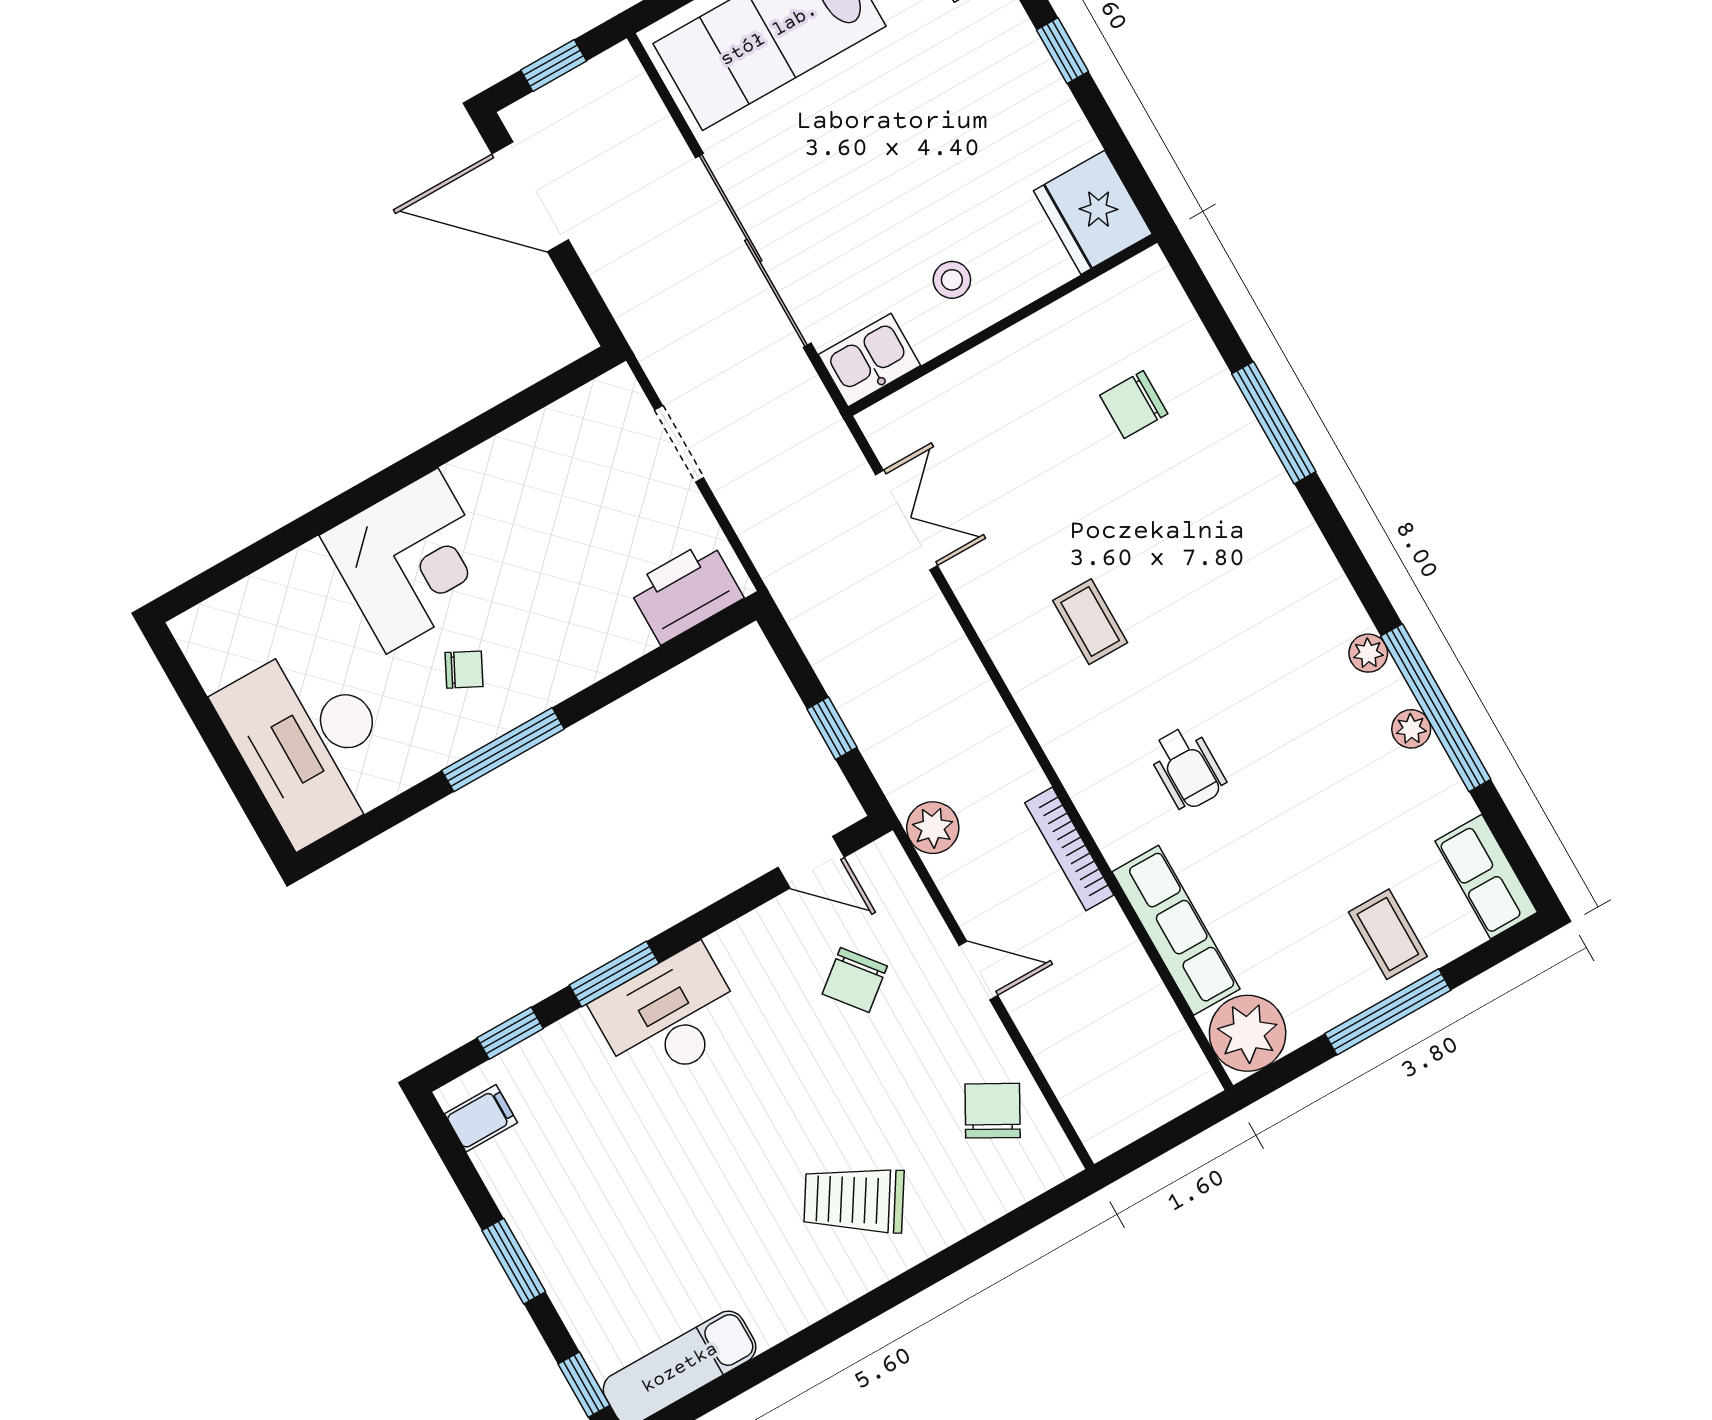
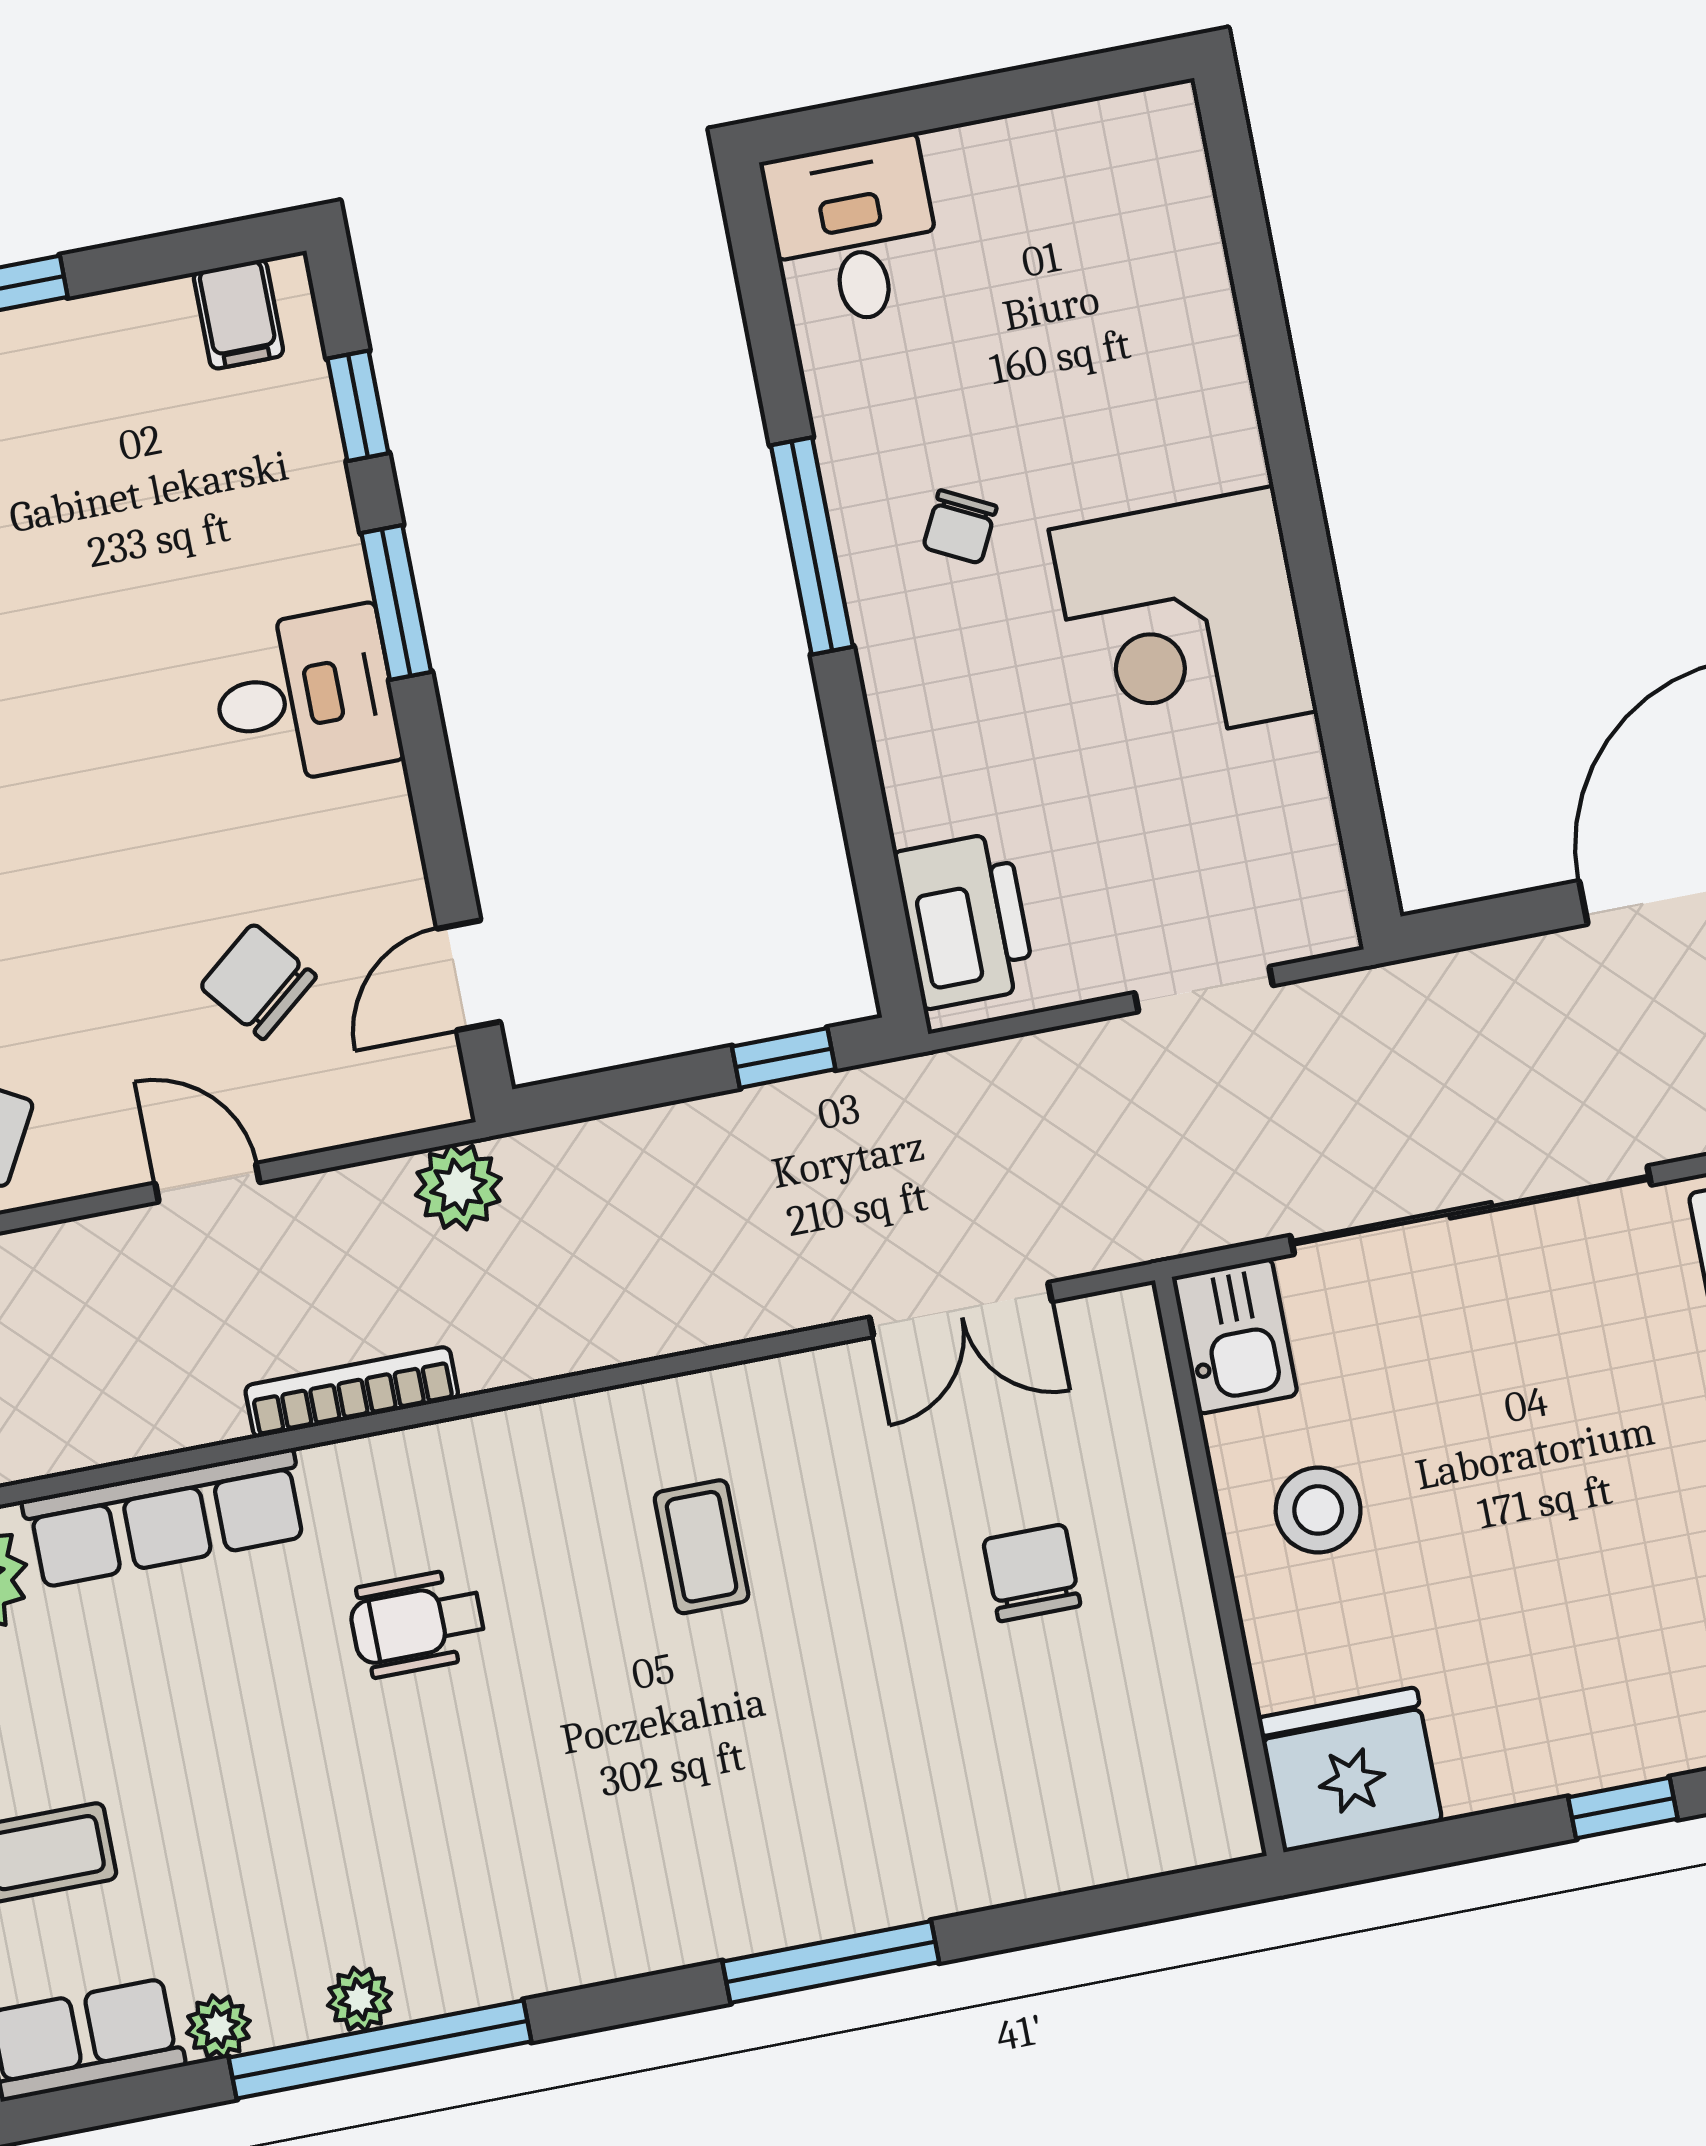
stool: (952, 280) -> (1318, 1510), width x1.37, depth x1.37
chair: (1134, 405) -> (1032, 1573), moved
window: (1274, 423) -> (831, 1962), moved
corner desk: (412, 561) -> (1183, 620), moved
coffee table: (1090, 622) -> (702, 1547), turned 90
plant: (1368, 653) -> (218, 2027), moved
window: (832, 728) -> (784, 1058), moved
desk: (310, 742) -> (854, 232), width x0.53, depth x0.77
door: (978, 970) -> (207, 1183), swing flipped
desk: (669, 1017) -> (305, 697), width x0.73

